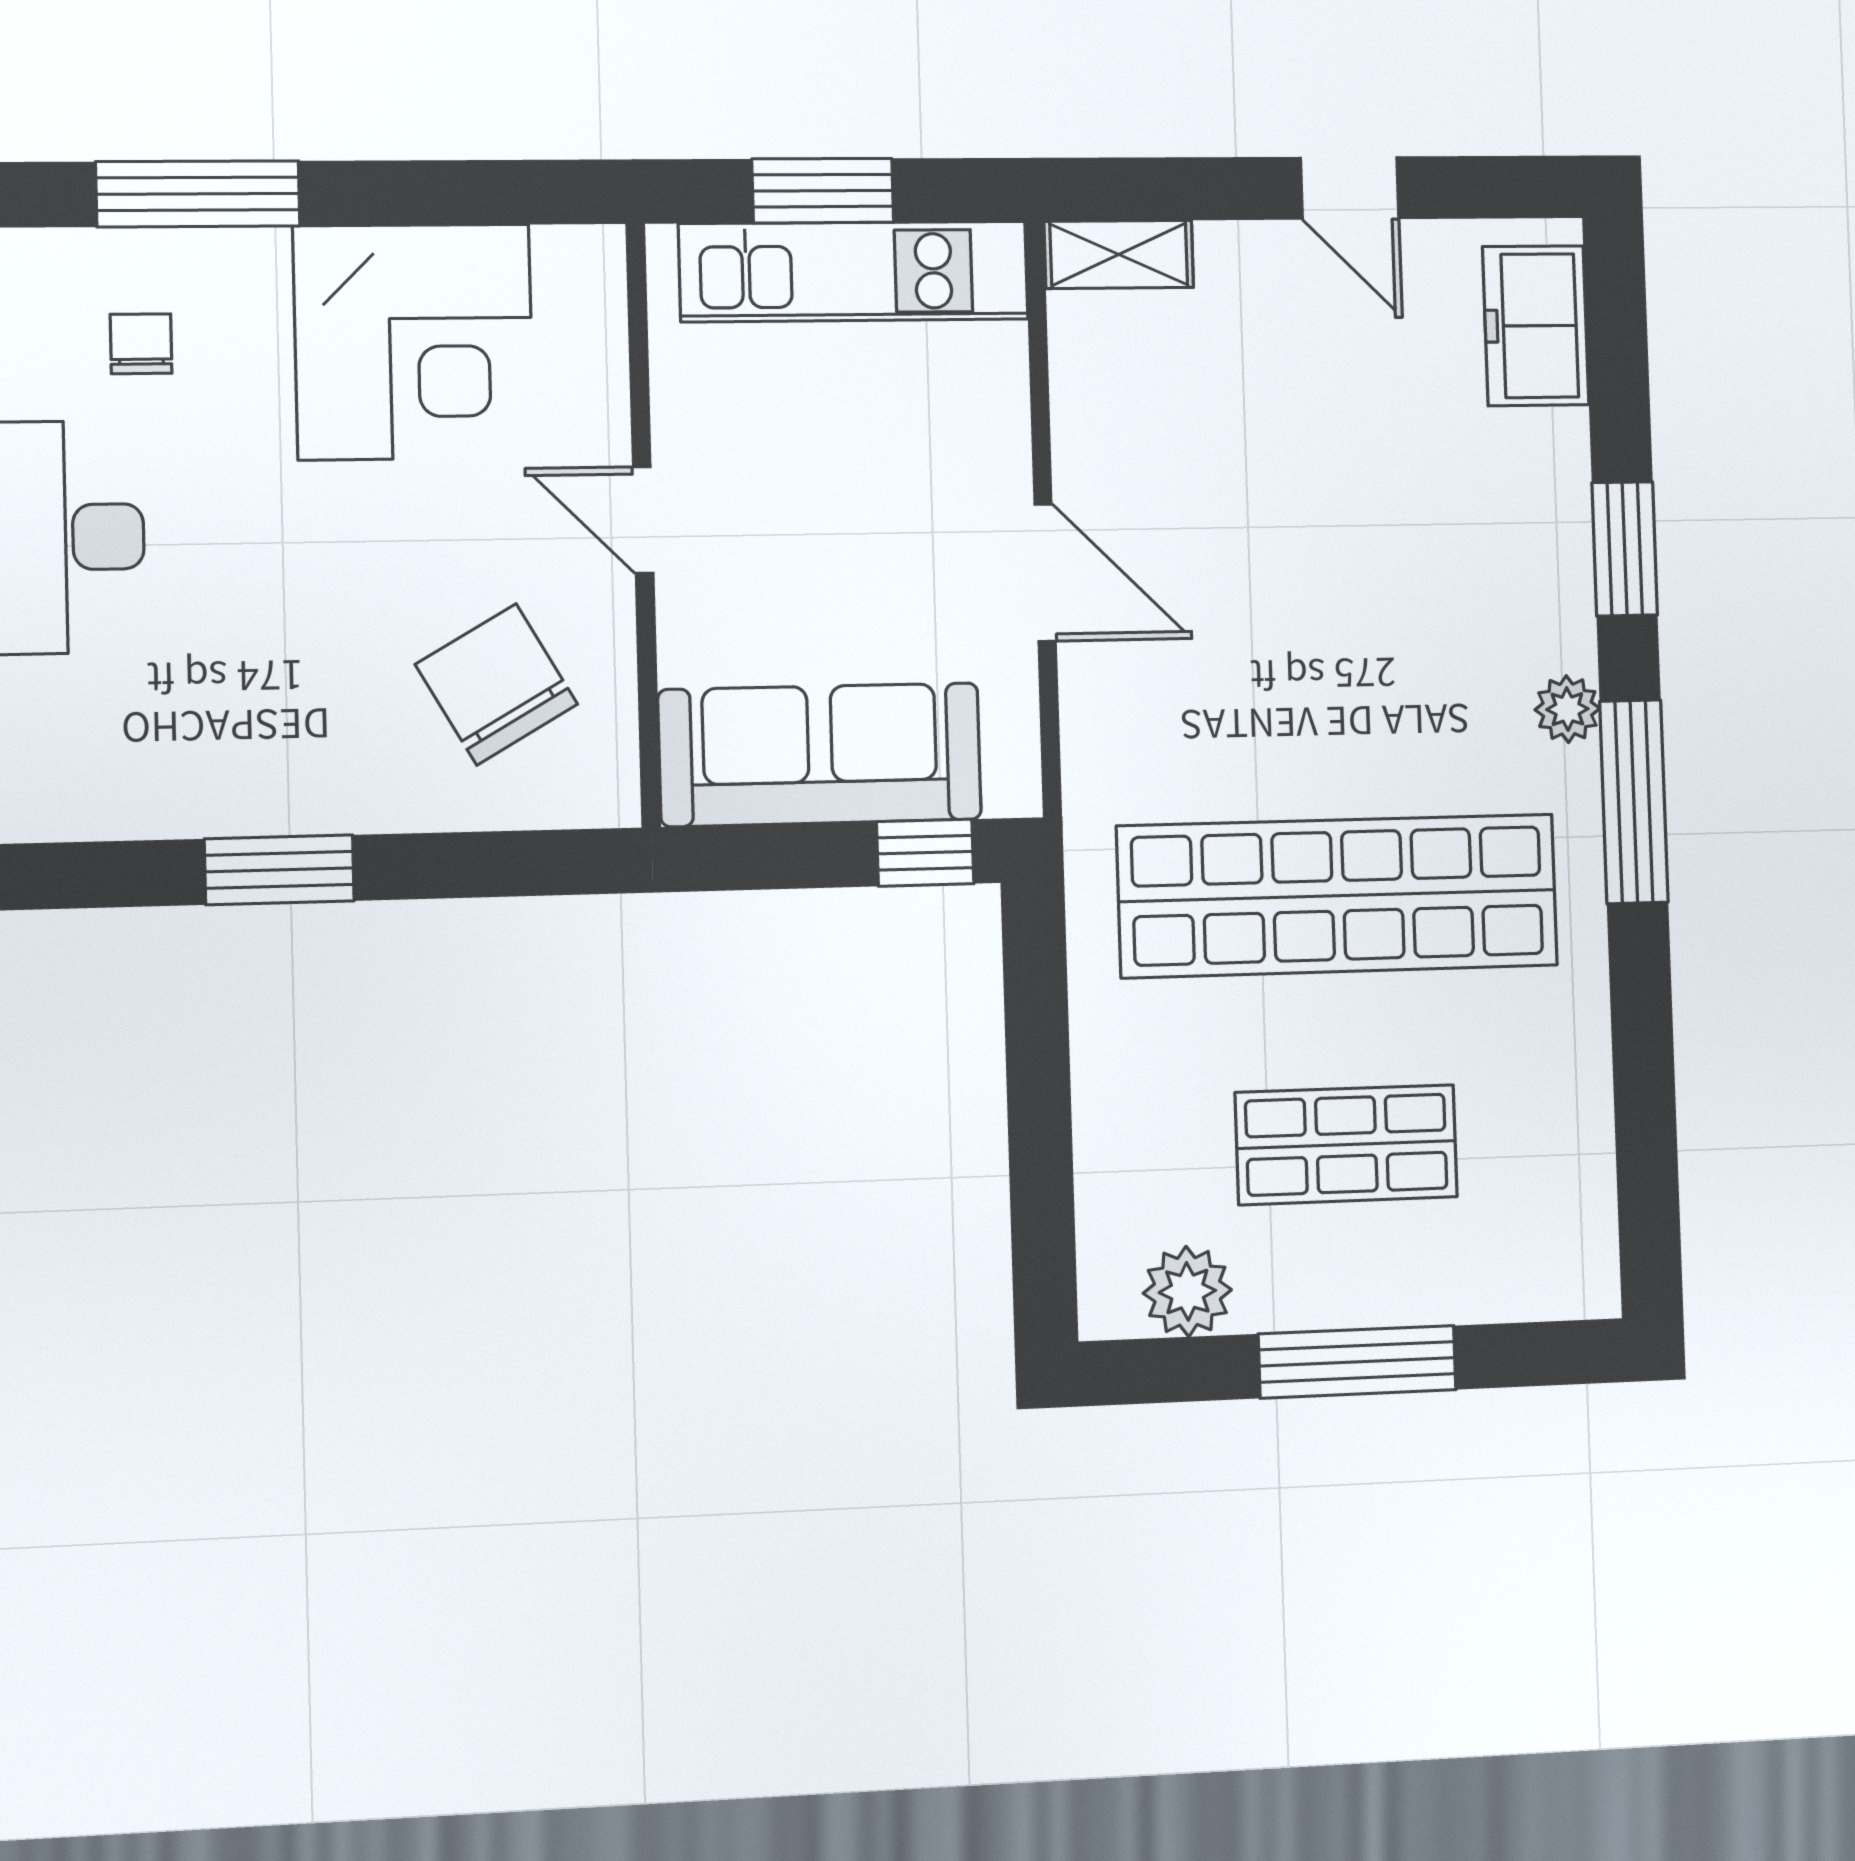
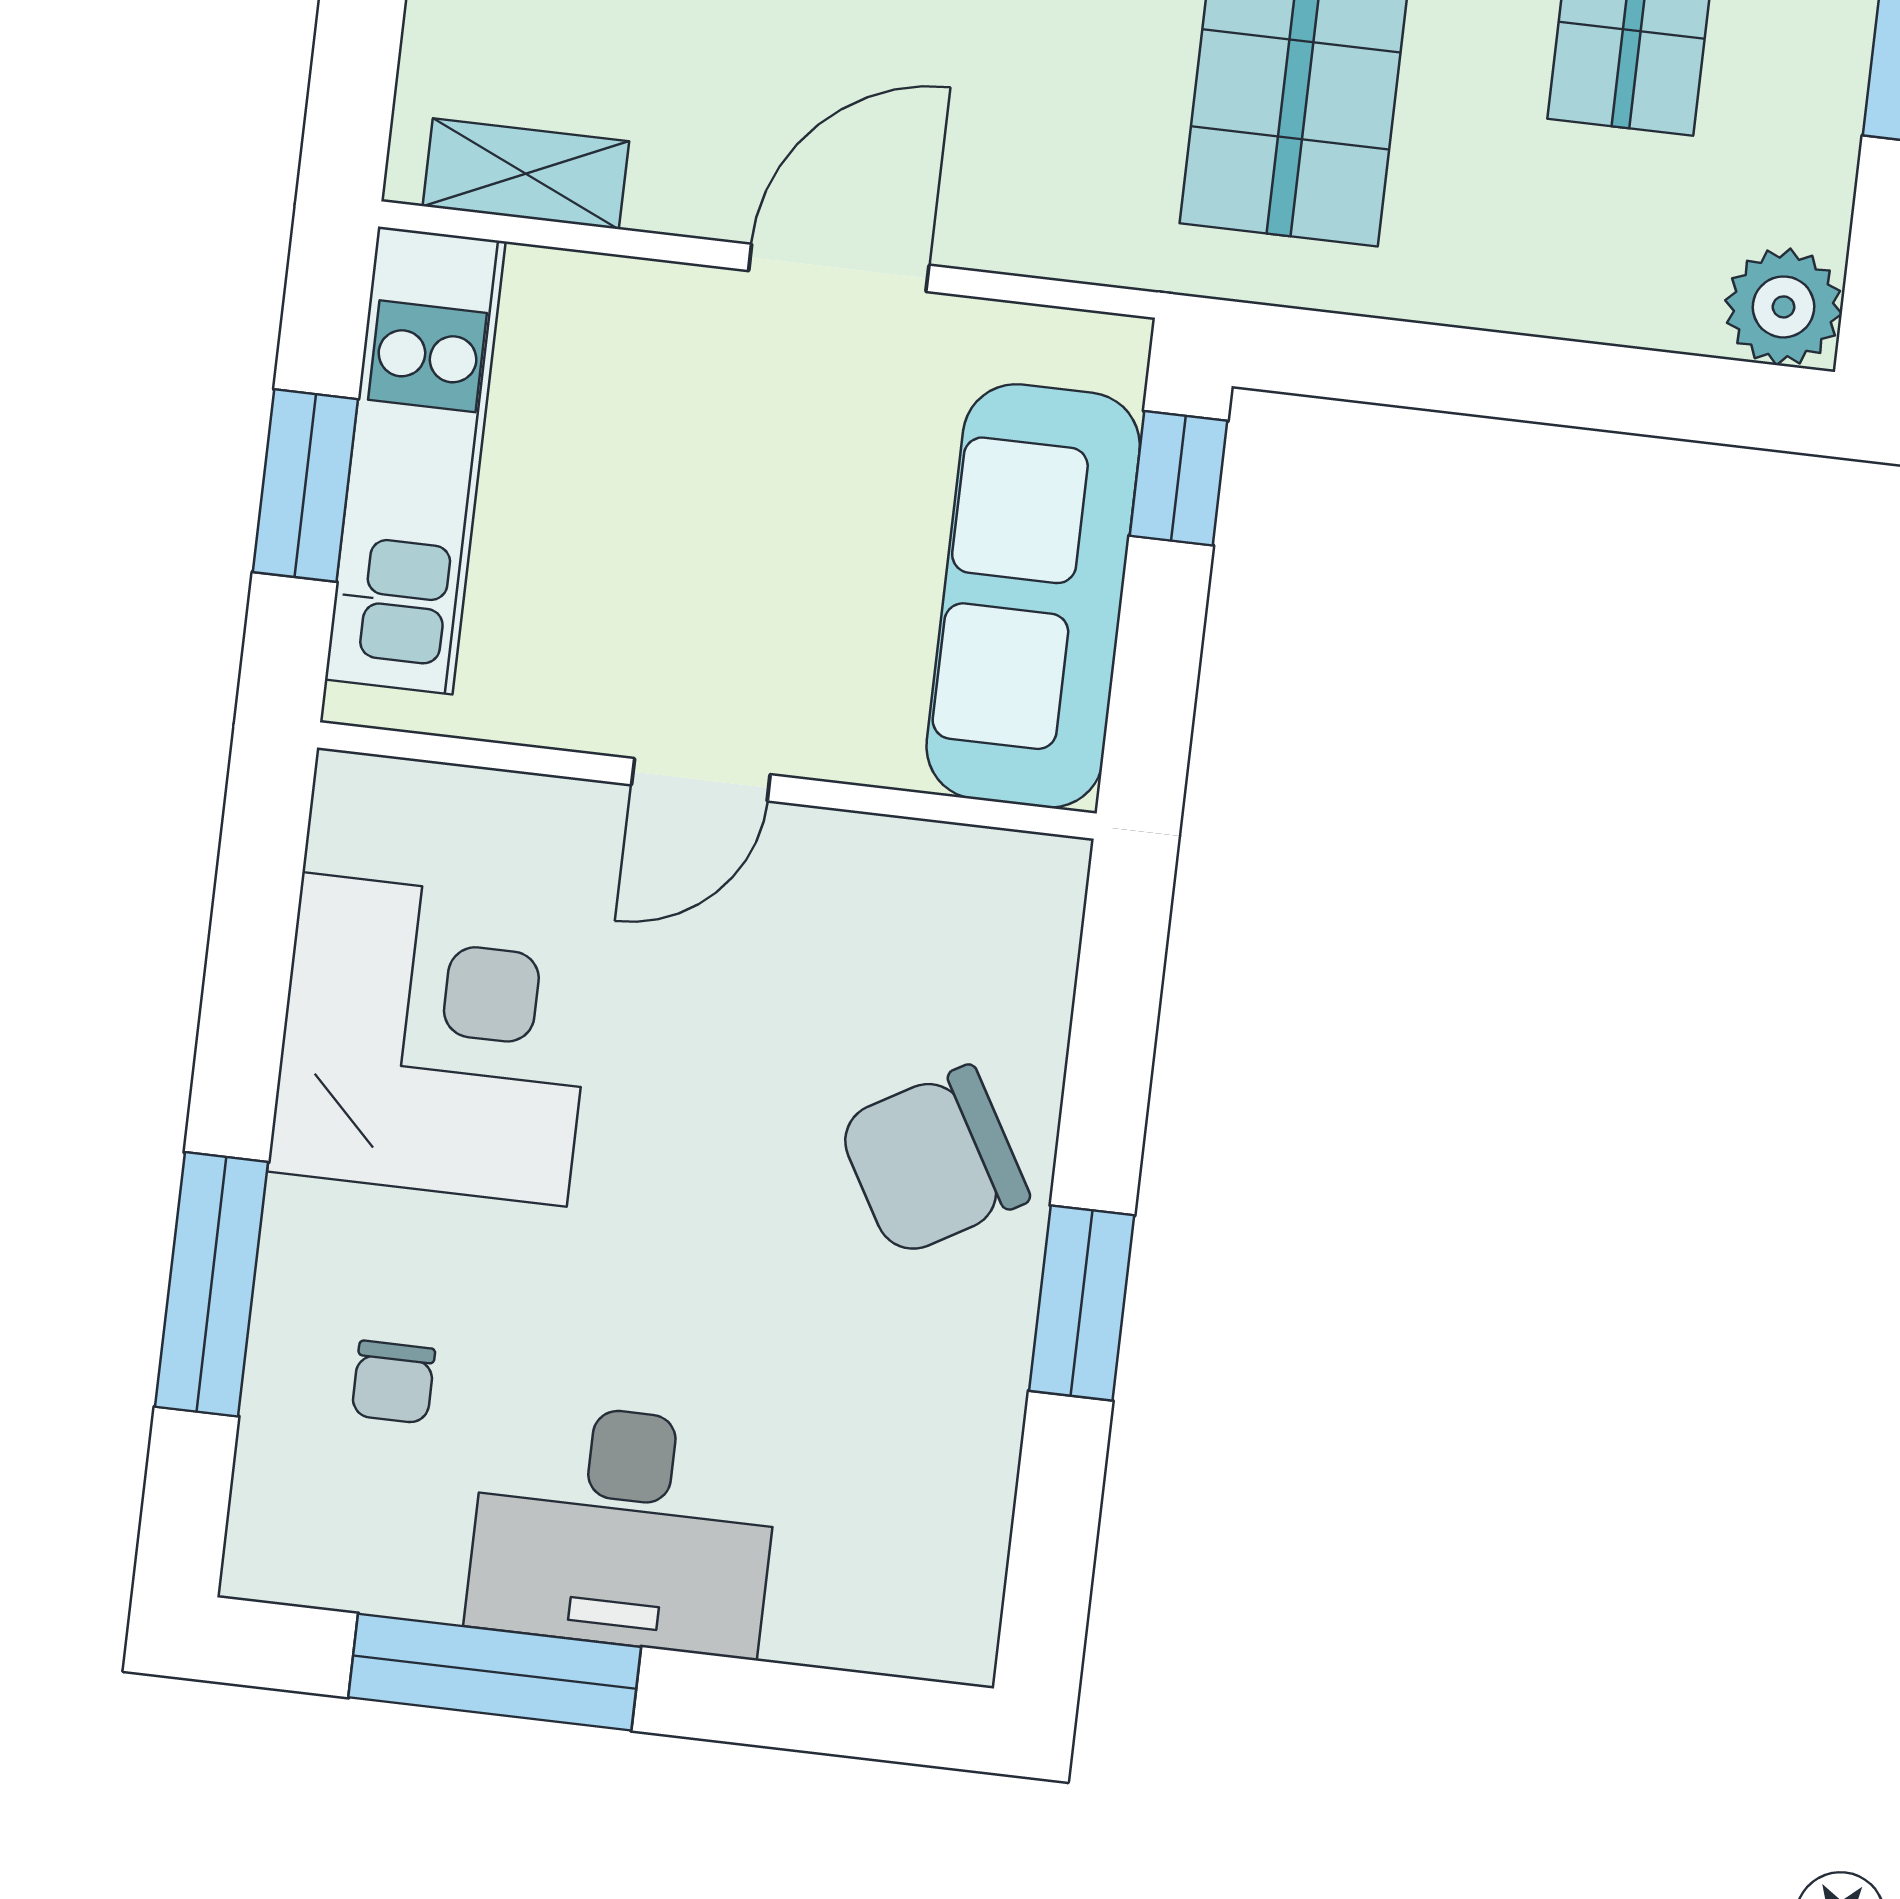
shelving: (1119, 254) -> (526, 174), moved, turned 90
chair: (141, 344) -> (393, 1382), turned -90
chair: (496, 684) -> (933, 1161), moved
plant: (1187, 1291) -> (1784, 307), moved

